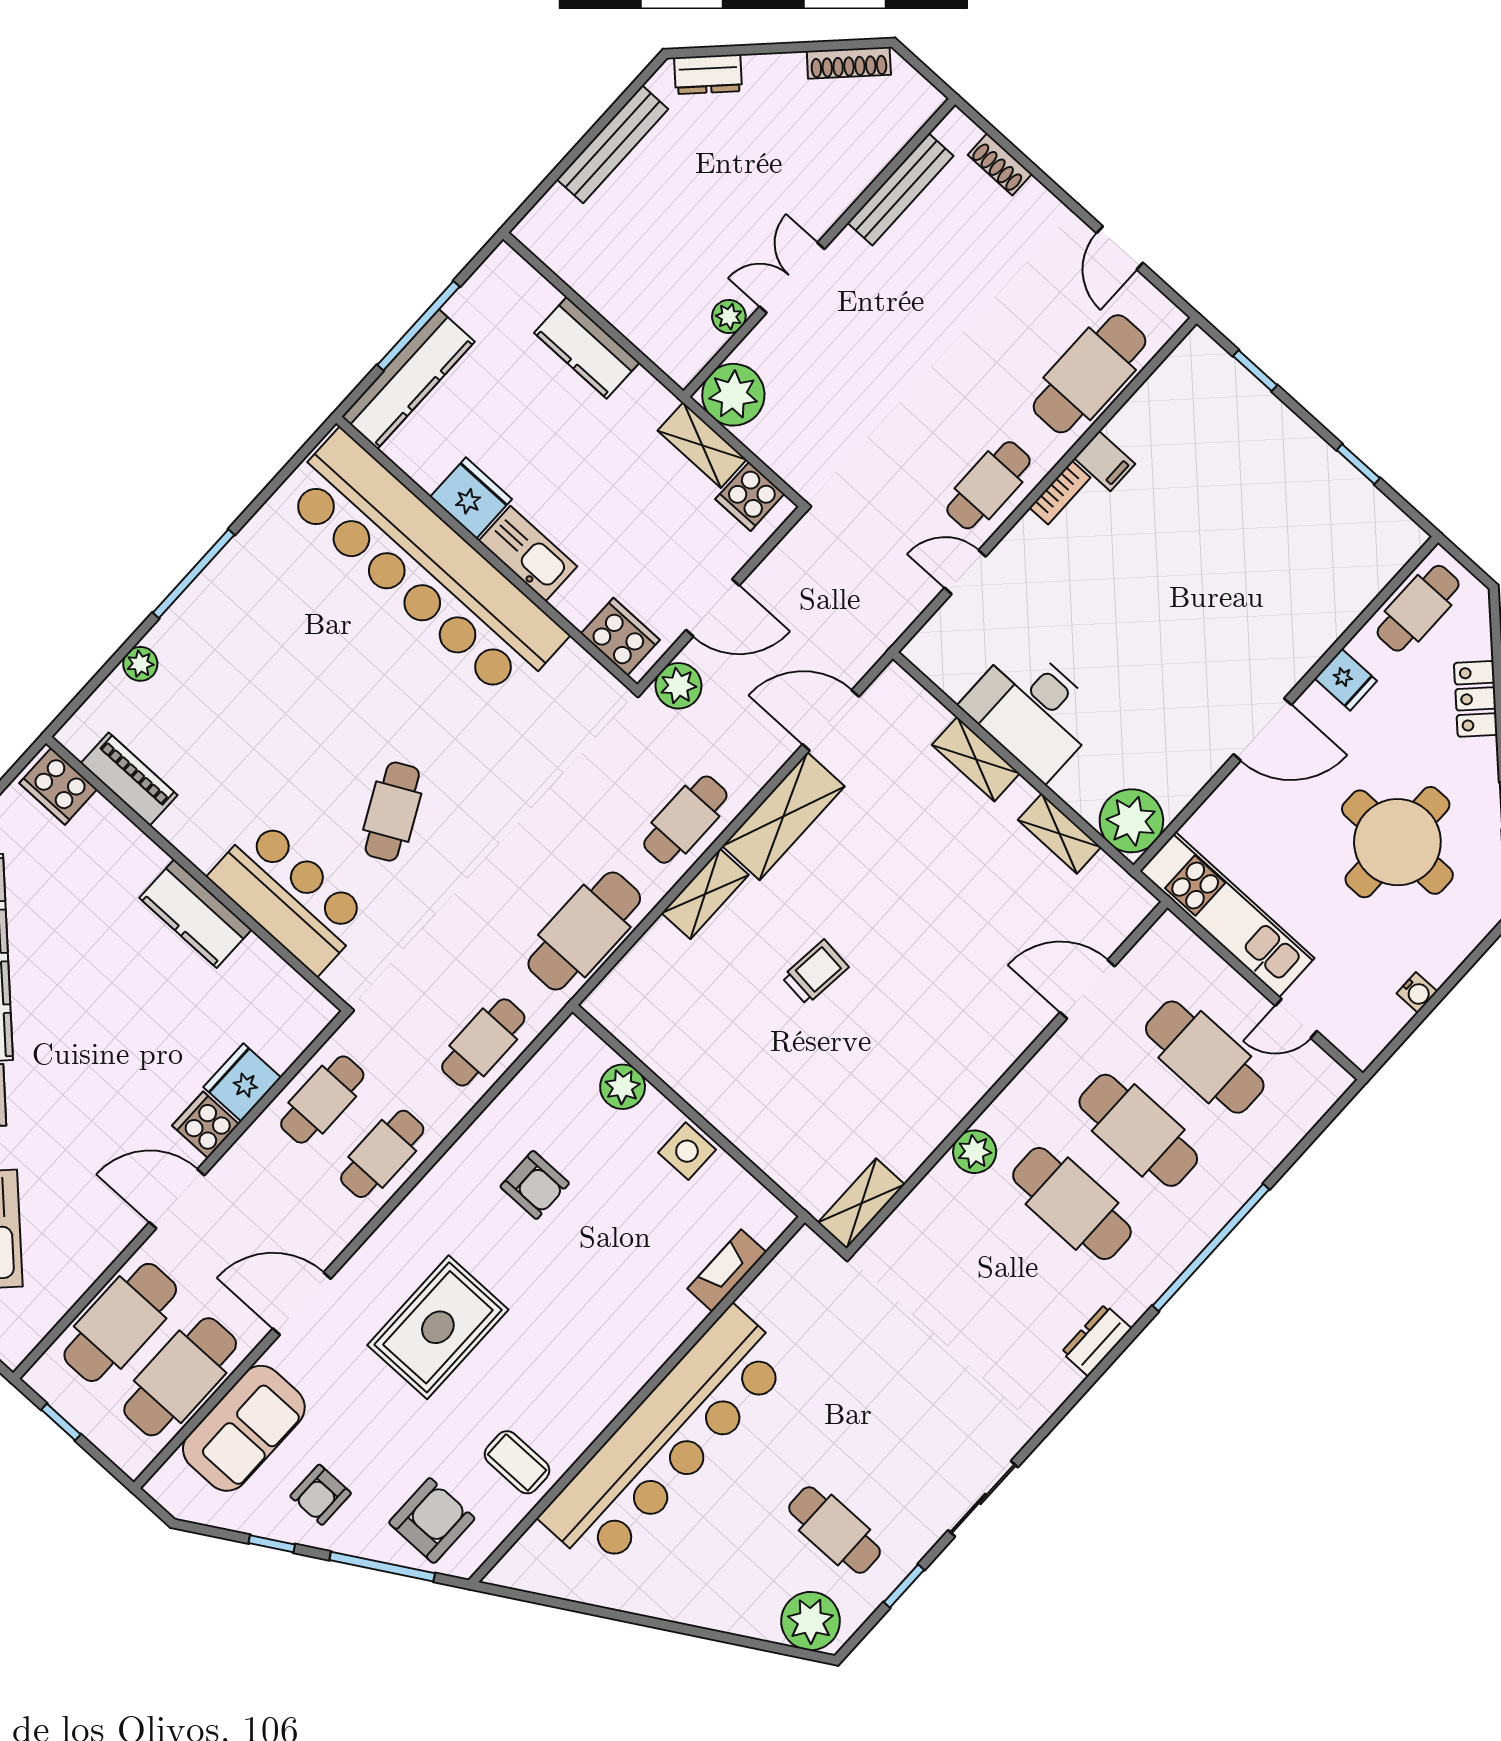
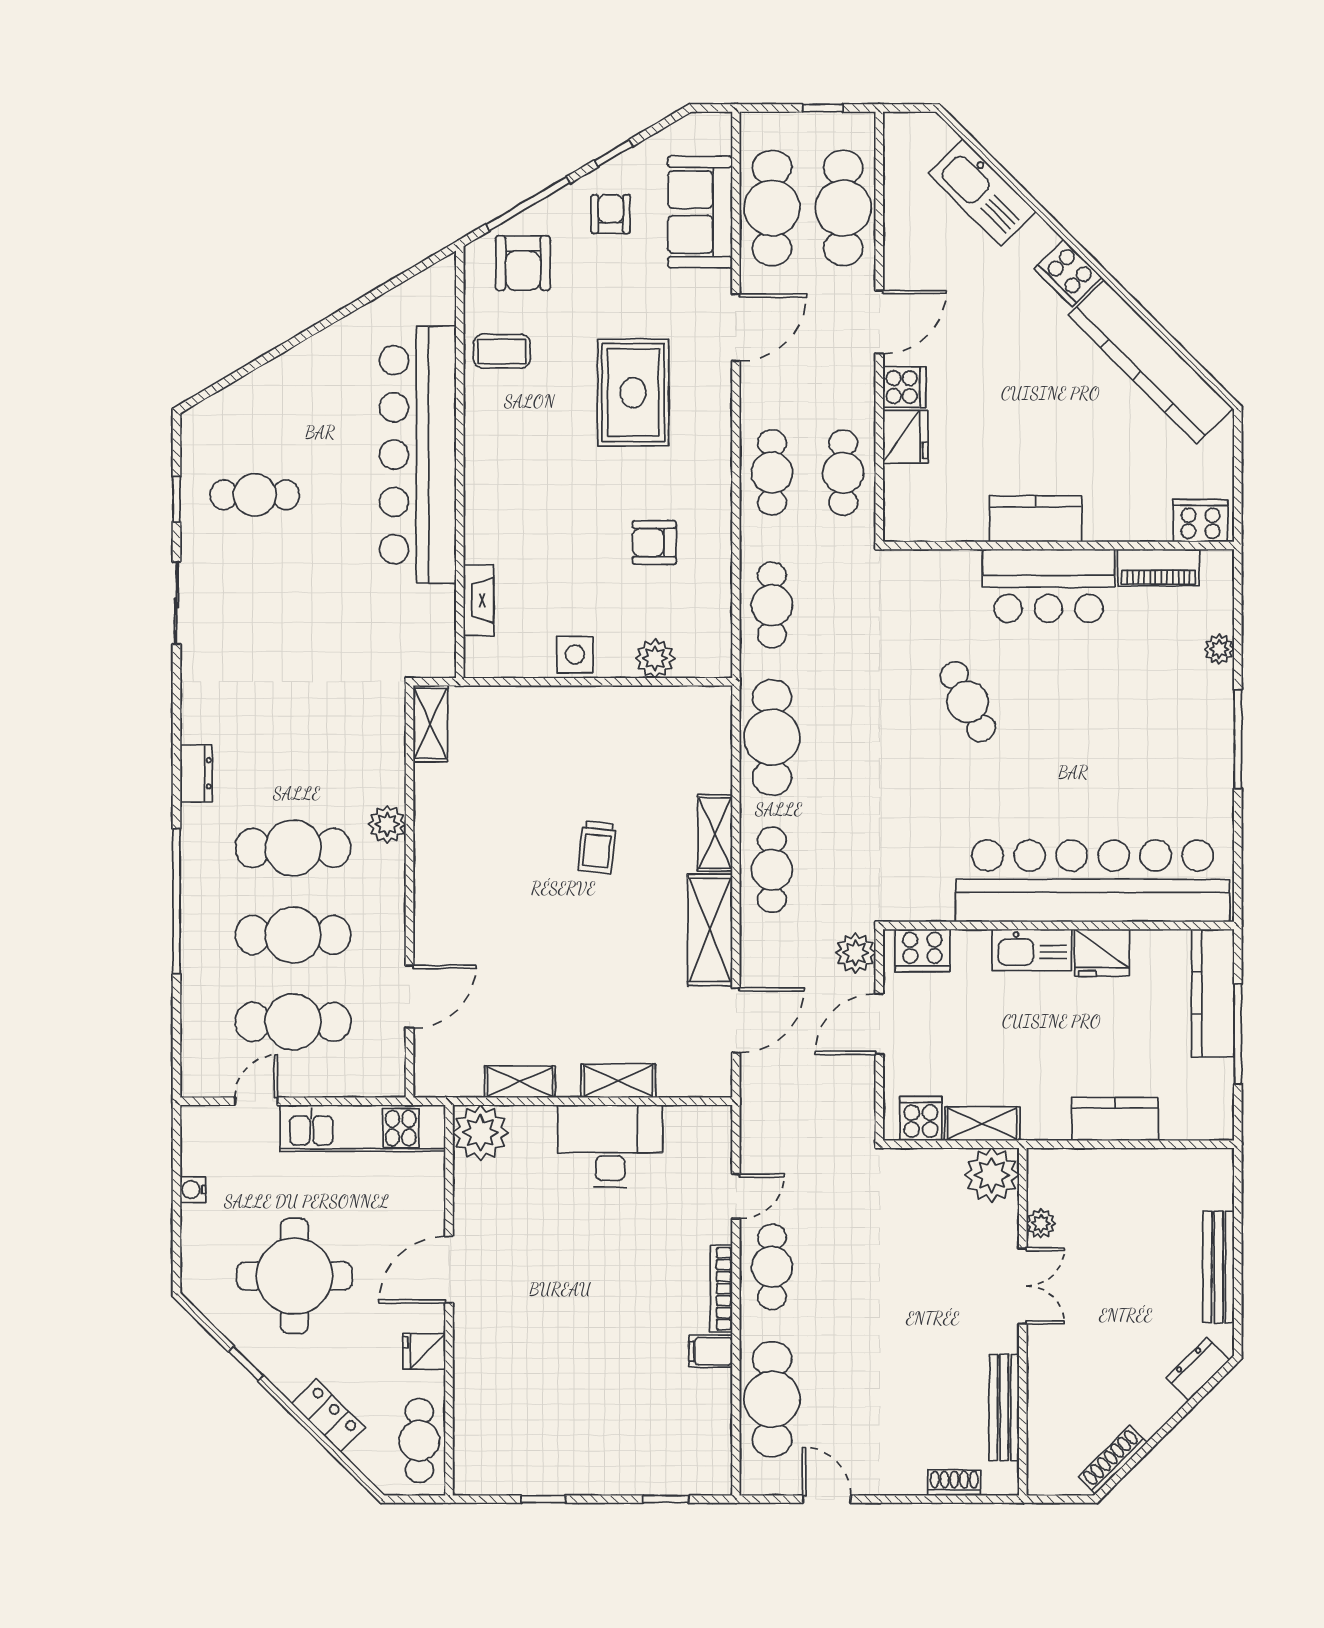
bookcase: (1060, 493) -> (721, 1289), width x1.56
bar counter: (289, 896) -> (1049, 586), moved
plant: (810, 1621) -> (217, 421), removed

